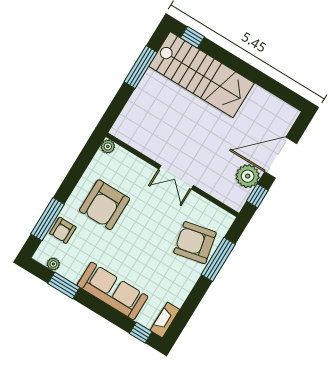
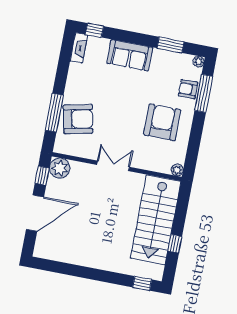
window: (141, 67) -> (175, 244), width x0.46
stairs: (202, 75) -> (156, 220), moved, turned -90
plant: (248, 176) -> (60, 168), moved
armchair: (63, 230) -> (188, 89), turned -90
plant: (53, 264) -> (199, 62), moved
sofa: (112, 291) -> (130, 55), width x0.73

